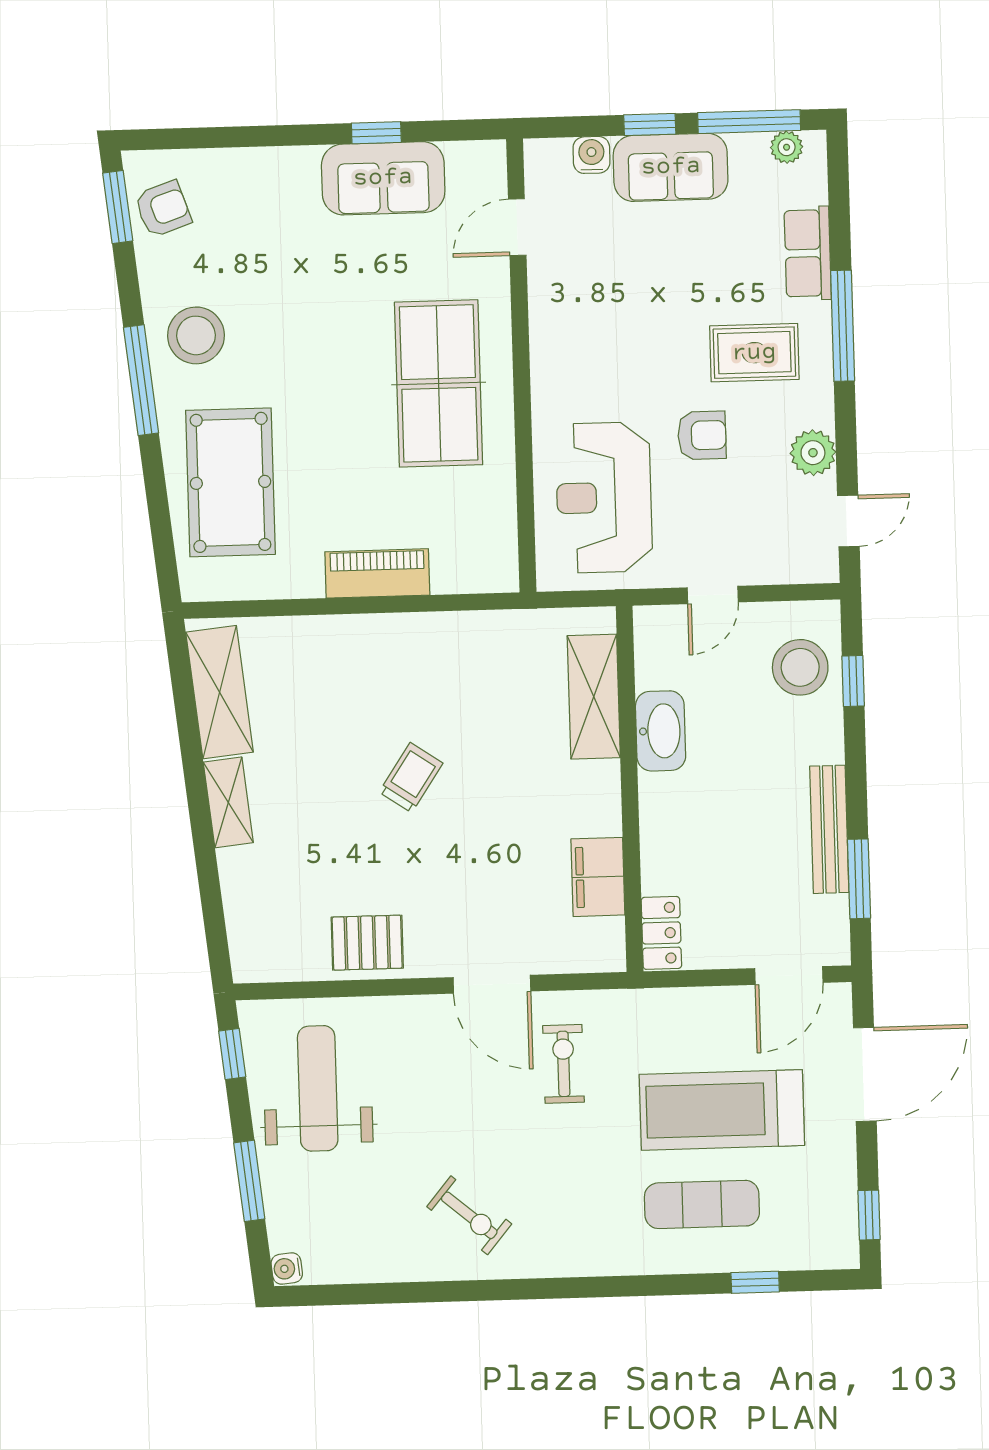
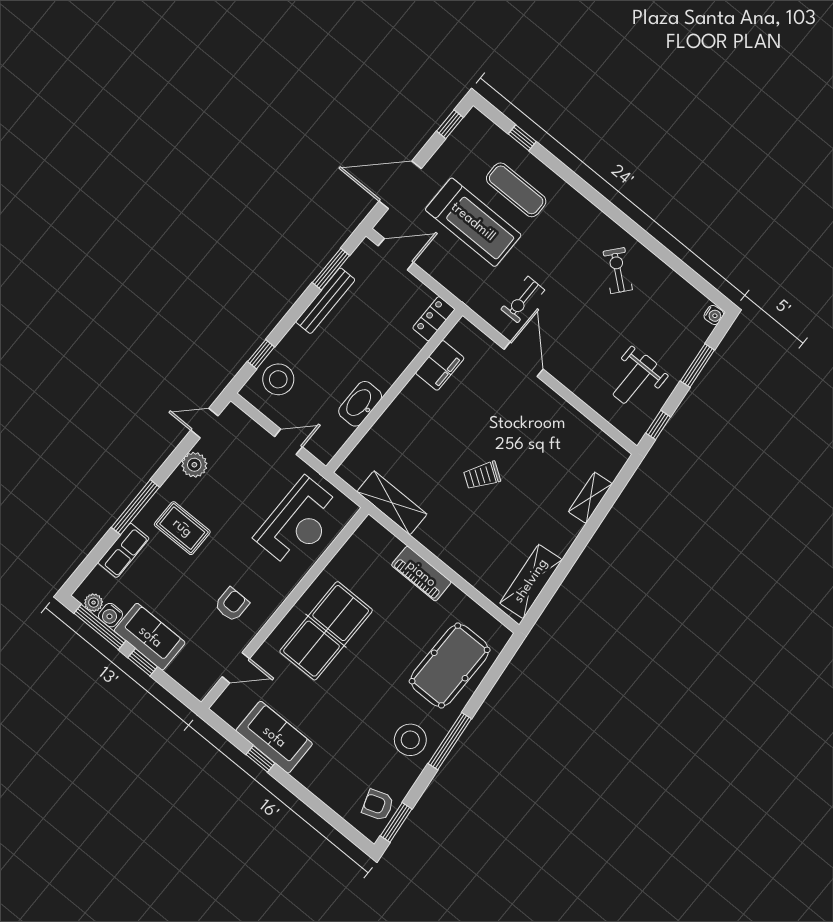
water cooler: (592, 155) -> (111, 615), moved
armchair: (702, 435) -> (232, 604), moved, turned 90
shelving: (594, 697) -> (392, 503), moved, turned 90
shelving: (228, 802) -> (590, 498), moved
pallet: (367, 943) -> (561, 422), removed
weight bench: (318, 1088) -> (635, 379), width x0.73, depth x0.75

